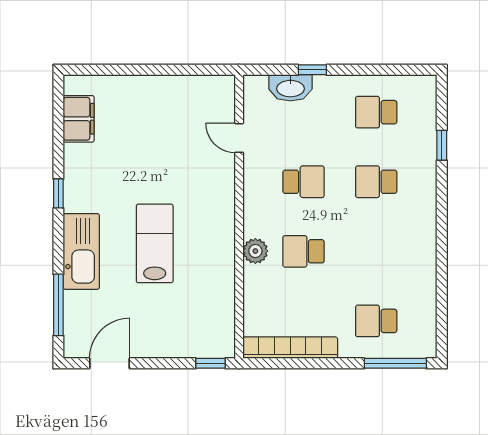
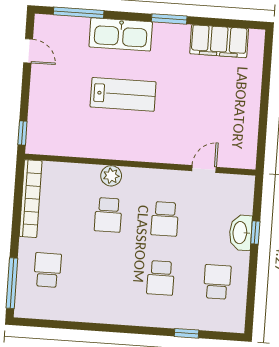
washbasin: (290, 88) -> (241, 233), moved
filing cabinet: (79, 119) -> (219, 41), width x1.50, depth x1.17
school desk: (376, 182) -> (161, 278), turned 180
window: (58, 193) -> (169, 19), width x1.50
school desk: (304, 251) -> (108, 215), turned 180
door: (110, 363) -> (28, 51), width x0.73

